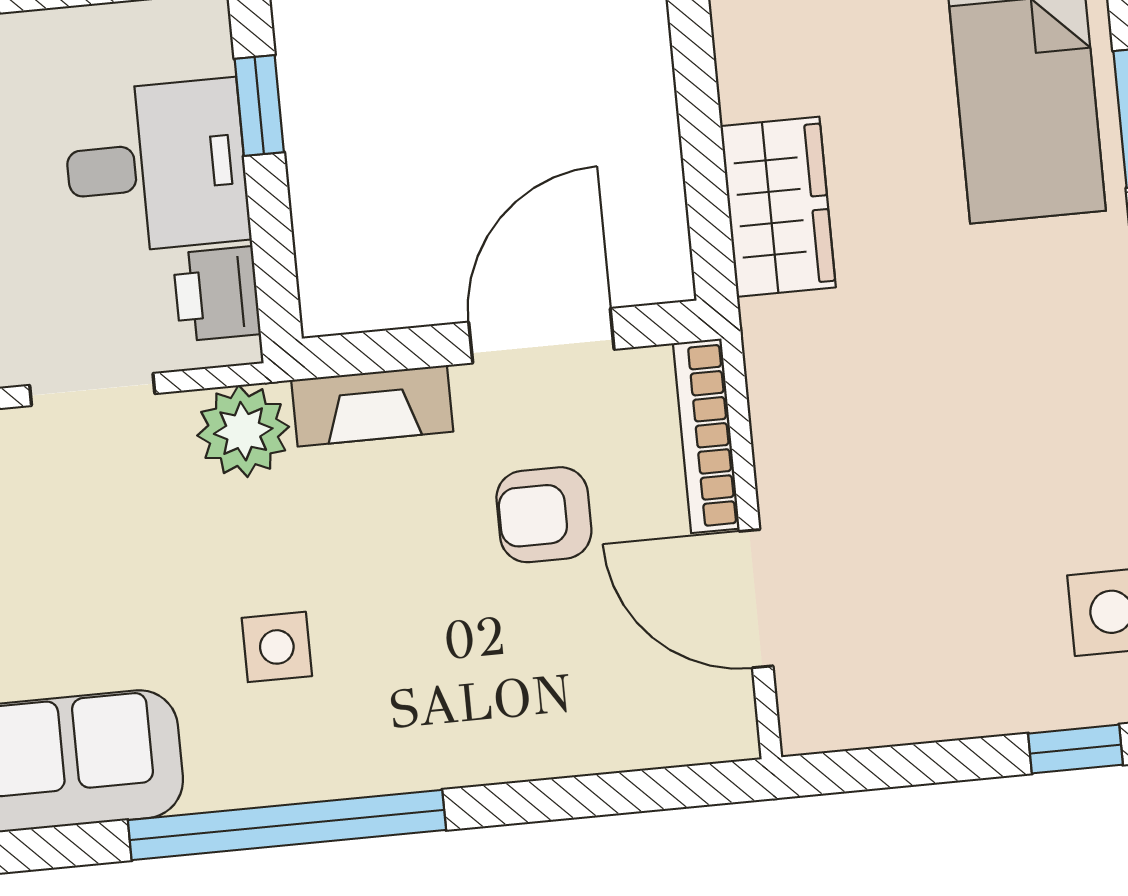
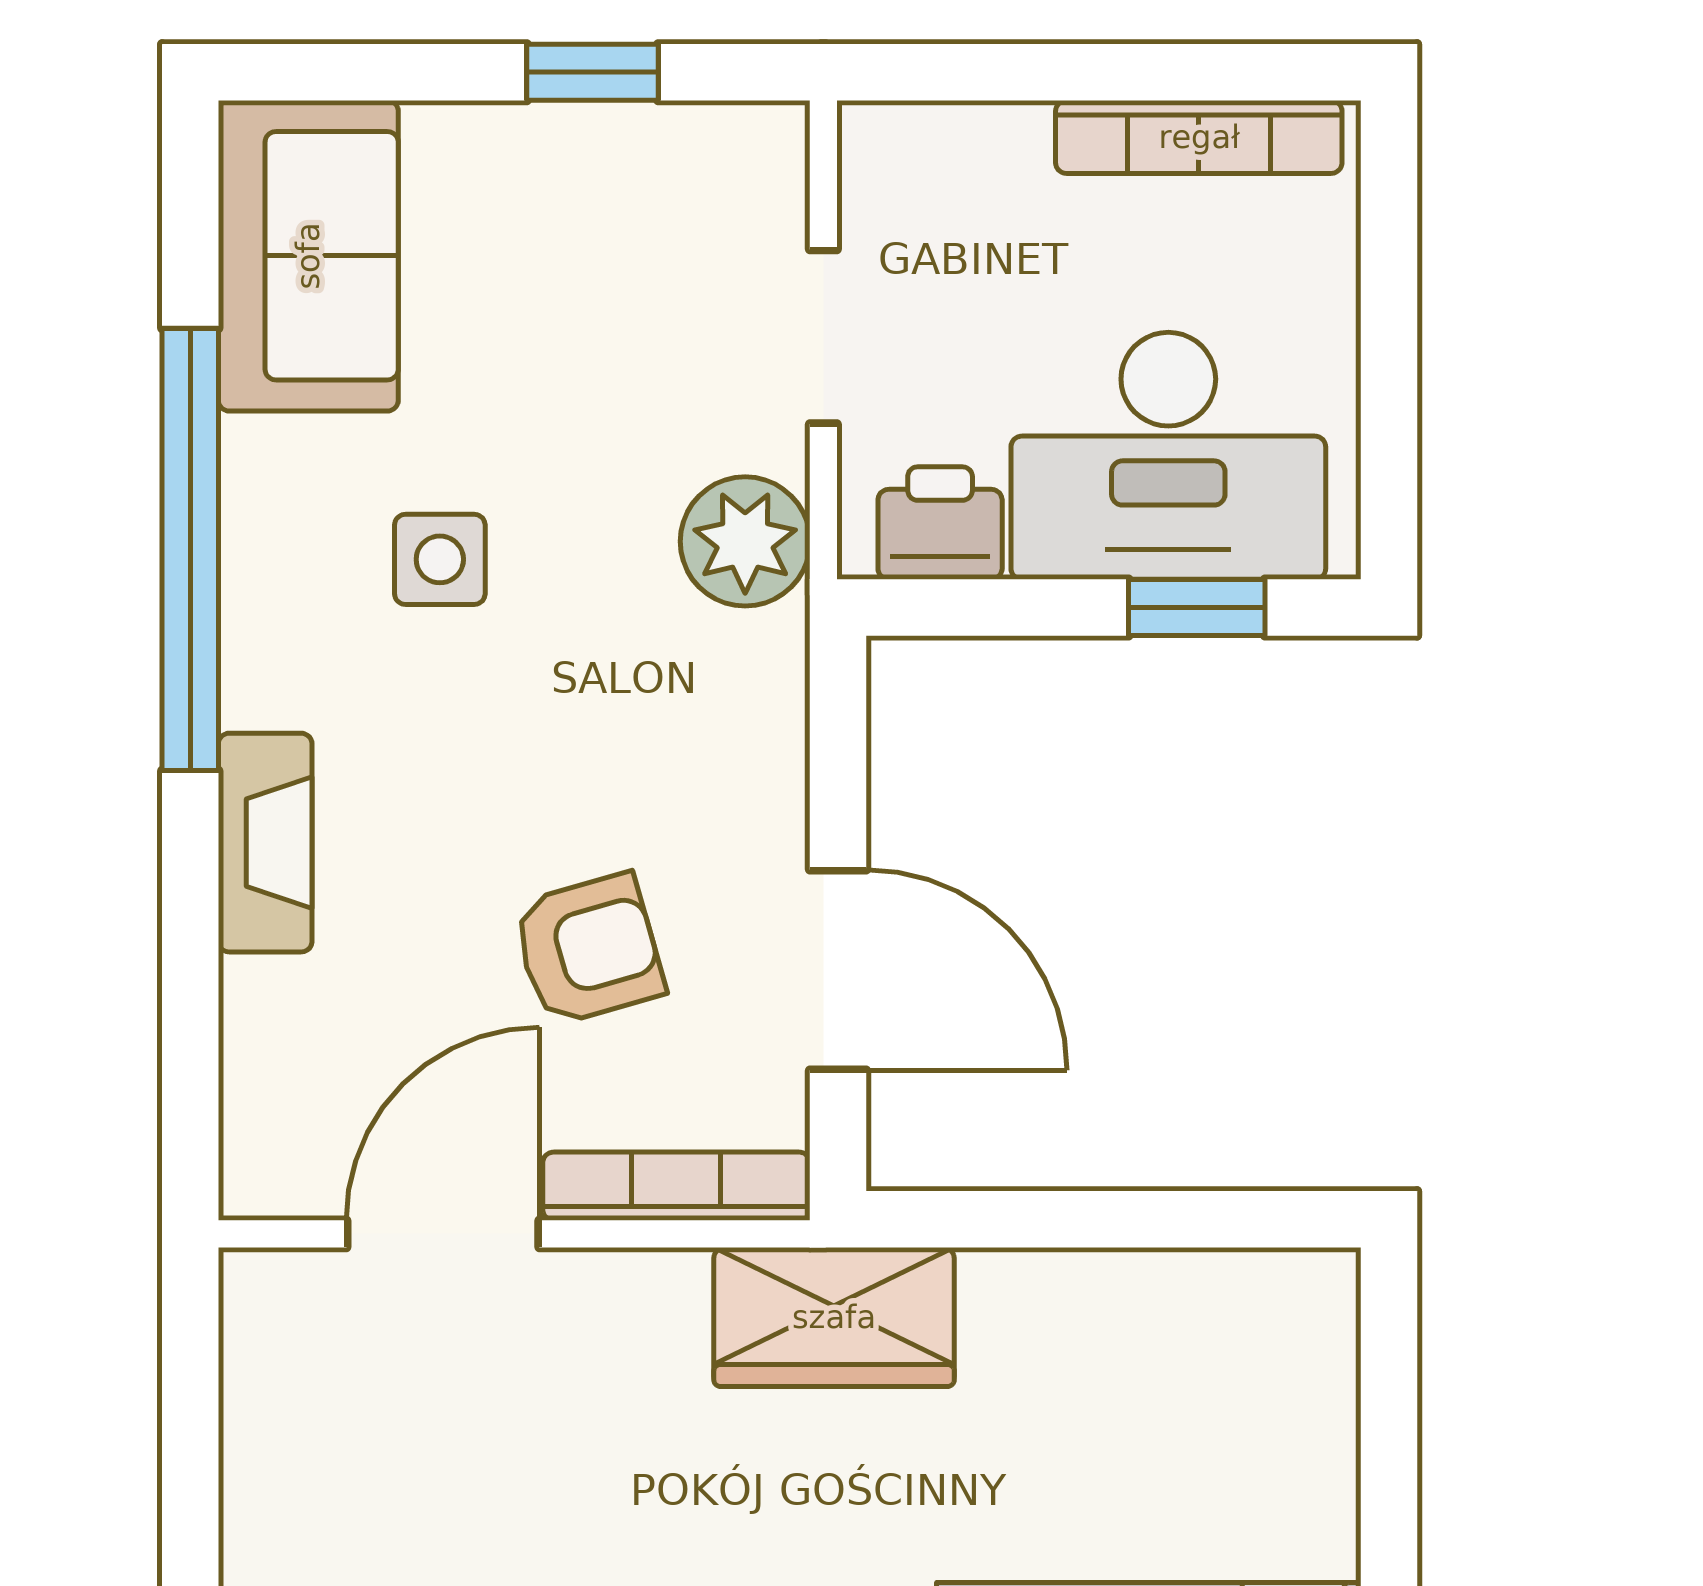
desk: (156, 166) -> (1168, 456), width x1.37
wardrobe: (778, 207) -> (834, 1317), moved
fireplace: (372, 406) -> (265, 843), moved, turned 180
armchair: (544, 515) -> (588, 949), turned 74

